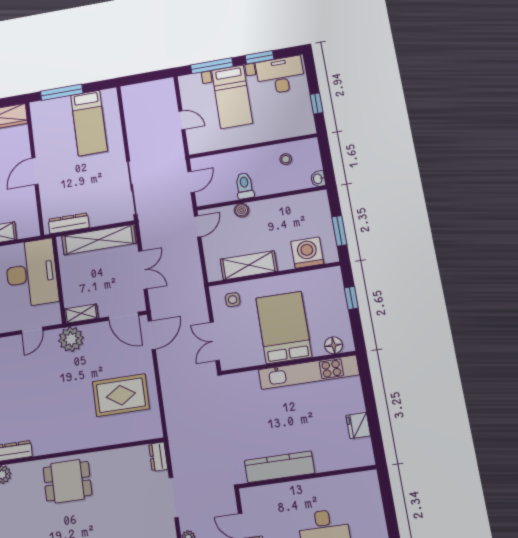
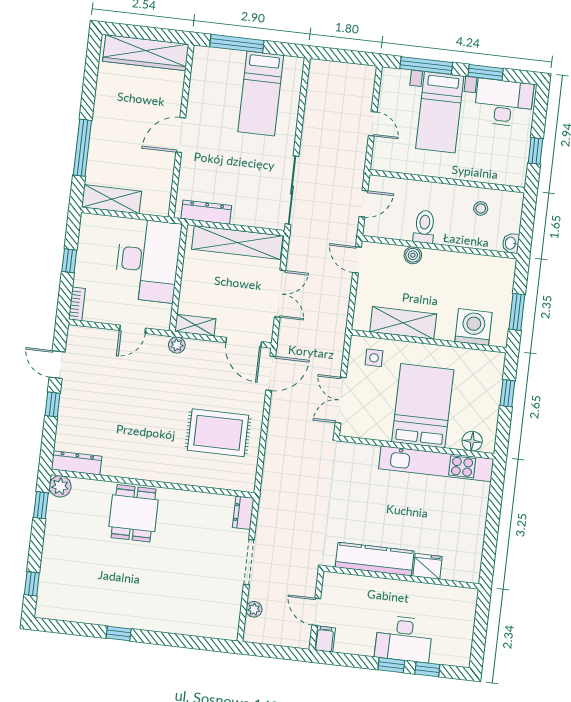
door: (198, 226) -> (357, 260), swing flipped
plant: (71, 339) -> (177, 345), width x0.53, depth x0.53
fridge: (358, 426) -> (428, 566), moved, turned 90
dining table: (67, 481) -> (134, 513), turned 90

